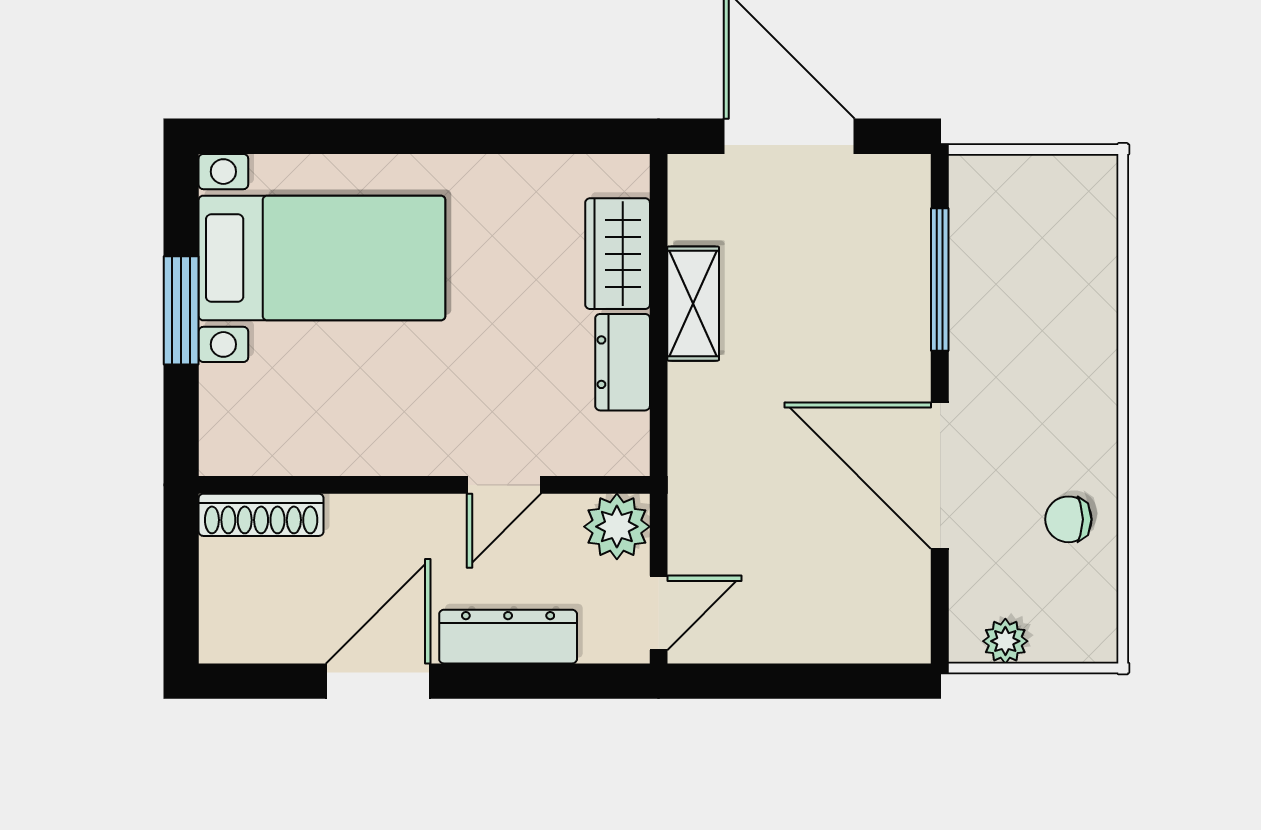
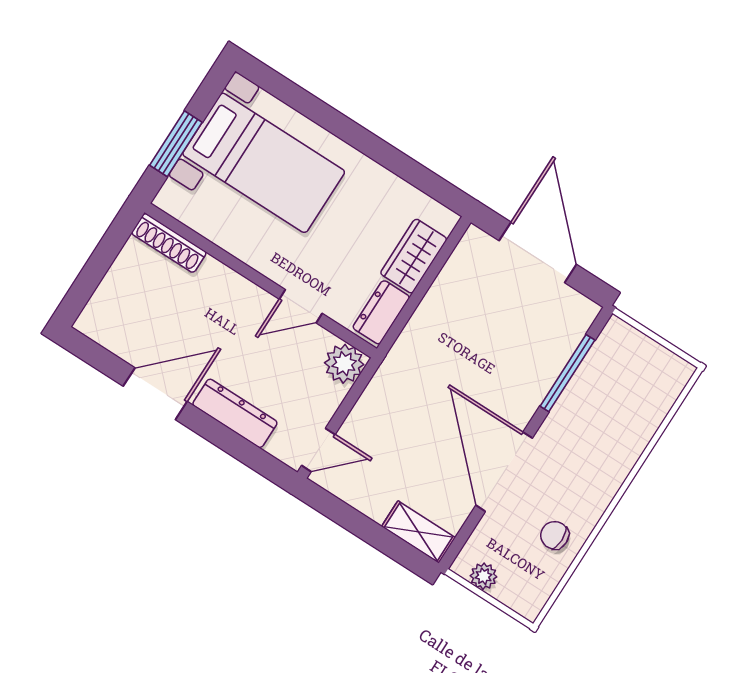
shelving: (693, 304) -> (418, 532), moved, turned 90
wall: (424, 485) -> (261, 281), moved
door: (504, 485) -> (301, 306), moved
shoe rack: (261, 515) -> (169, 243), moved
plant: (617, 527) -> (344, 364), moved

